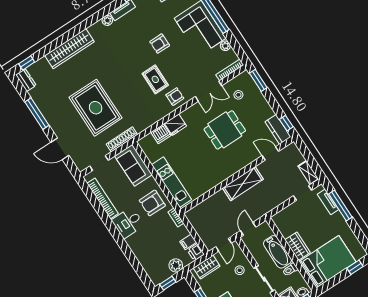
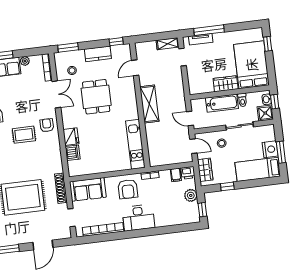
kitchen counter: (278, 129) -> (98, 54), moved
kitchen unit: (172, 182) -> (135, 144), moved, turned -90
desk: (128, 223) -> (138, 218), width x1.37

